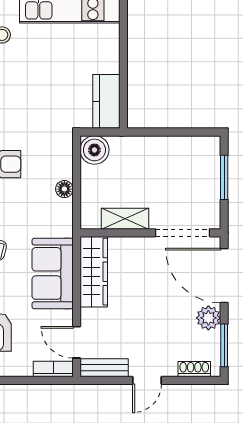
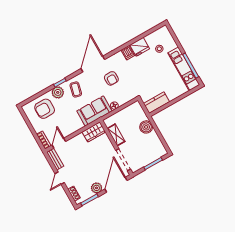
boiler: (94, 150) -> (146, 127), moved
wardrobe: (94, 272) -> (94, 132), width x0.67
sofa: (53, 273) -> (94, 111), moved
door: (147, 380) -> (60, 178), hinge flipped

